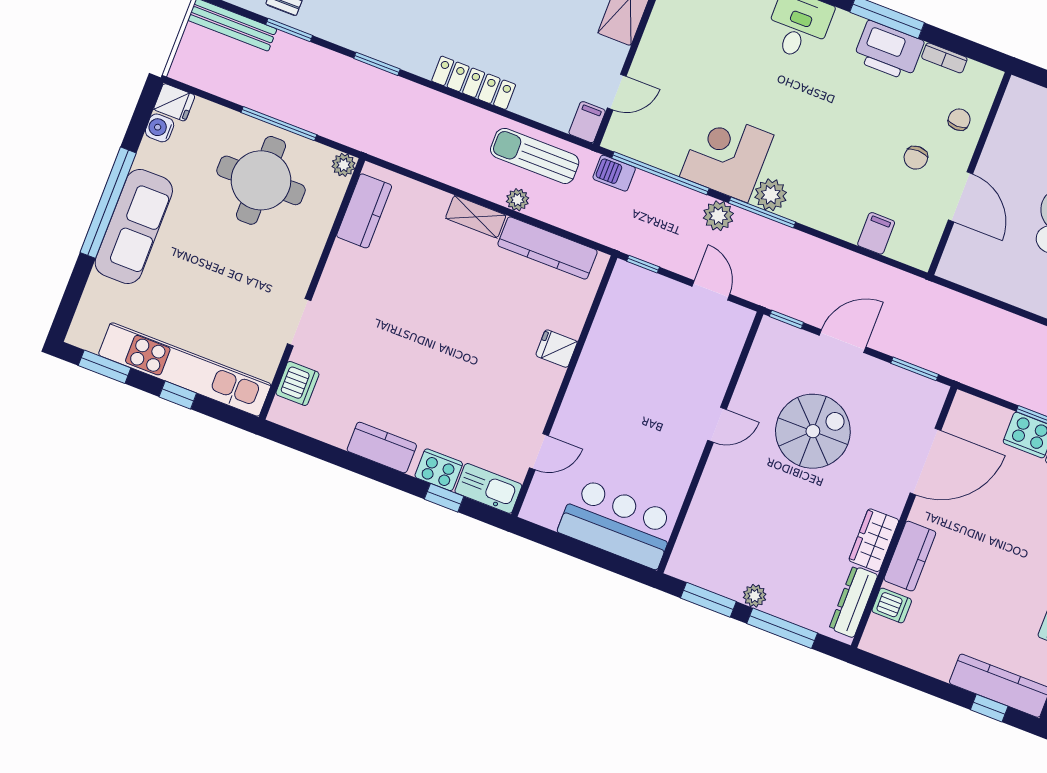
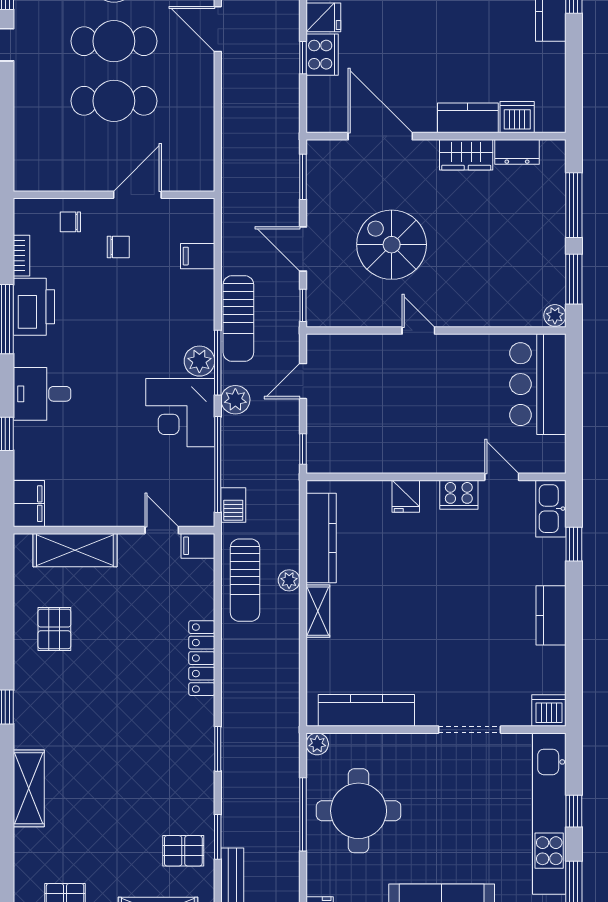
kitchen counter: (364, 211) -> (366, 710), width x1.50
sun lounger: (798, 250) -> (238, 318), added
doorway: (299, 322) -> (470, 730), width x1.38
dishwasher: (297, 383) -> (549, 711), moved
cooker: (439, 470) -> (459, 495), moved, turned -90
plant: (755, 596) -> (555, 315), moved
dresser: (853, 602) -> (517, 152), width x0.70
dishwasher: (892, 606) -> (517, 117), width x1.38

